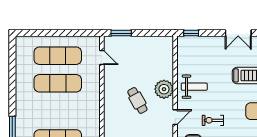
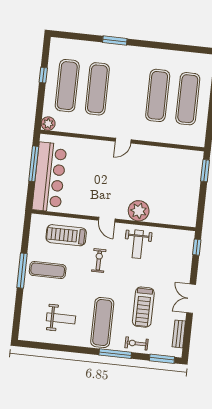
door: (102, 58) -> (123, 141), moved
cafe table: (137, 100) -> (129, 180), removed

